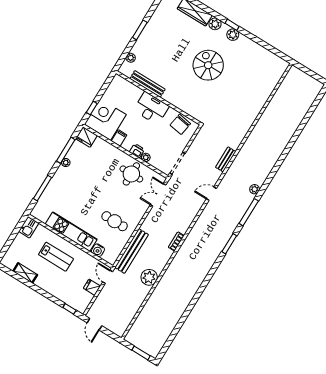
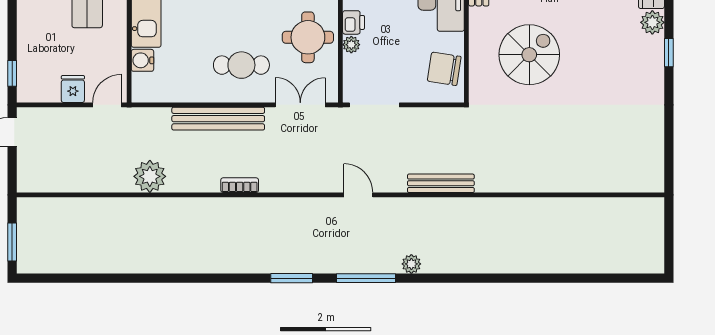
plant: (233, 35) -> (653, 64), removed
spiral stairs: (208, 65) -> (529, 55), moved
bench: (226, 159) -> (441, 183), width x1.36
cafe table: (115, 221) -> (241, 65), moved, turned 90
bench: (132, 251) -> (218, 119), moved

